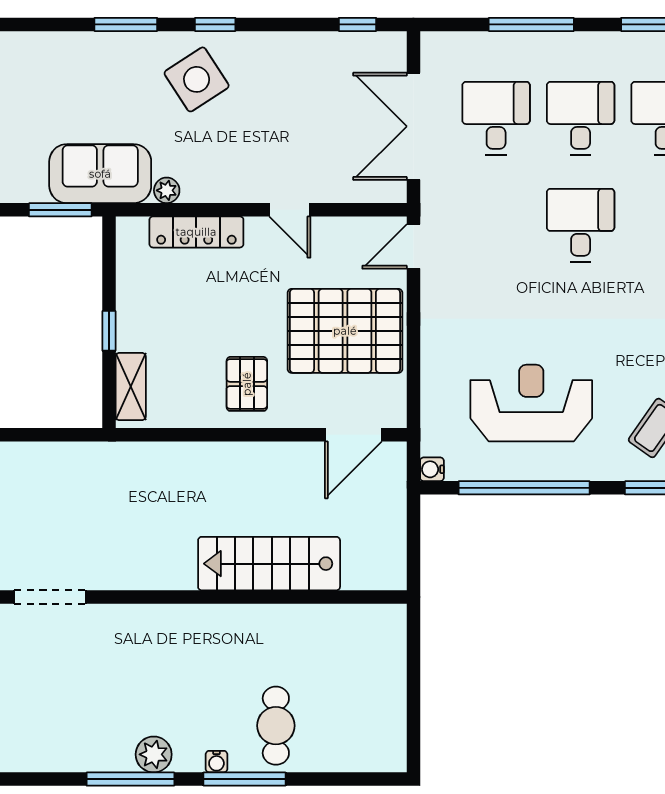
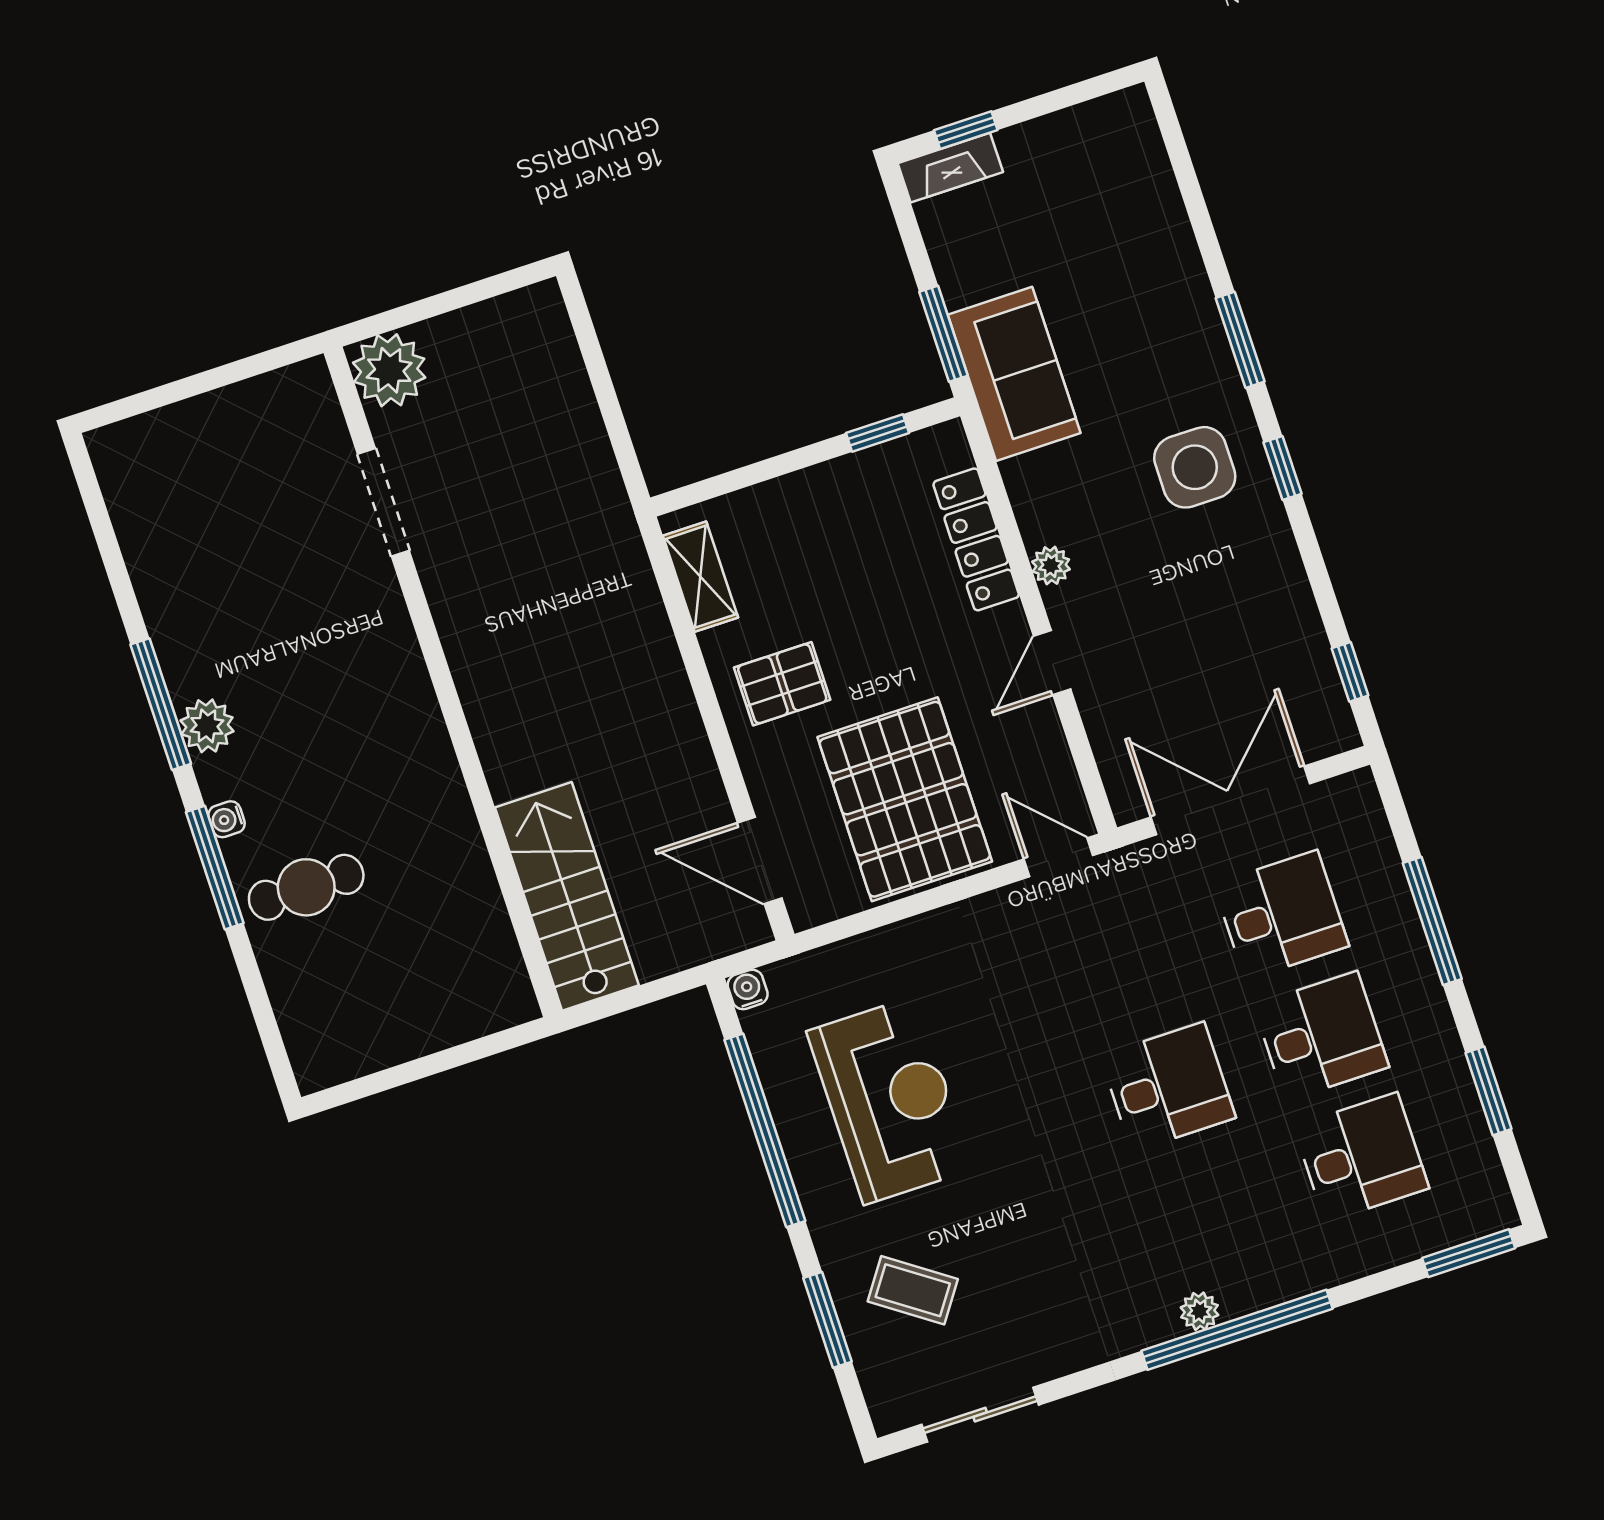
side table: (197, 79) -> (1195, 467), turned 33
plant: (167, 190) -> (1051, 566), moved
window: (109, 331) -> (877, 433), moved
shelving: (131, 387) -> (700, 577), moved, turned 90
stairs: (269, 564) -> (567, 896), moved

